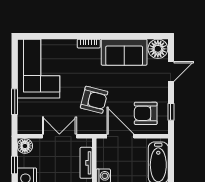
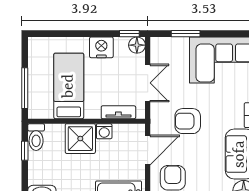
armchair: (94, 100) -> (188, 121), turned 76
window: (15, 165) -> (129, 34), moved

